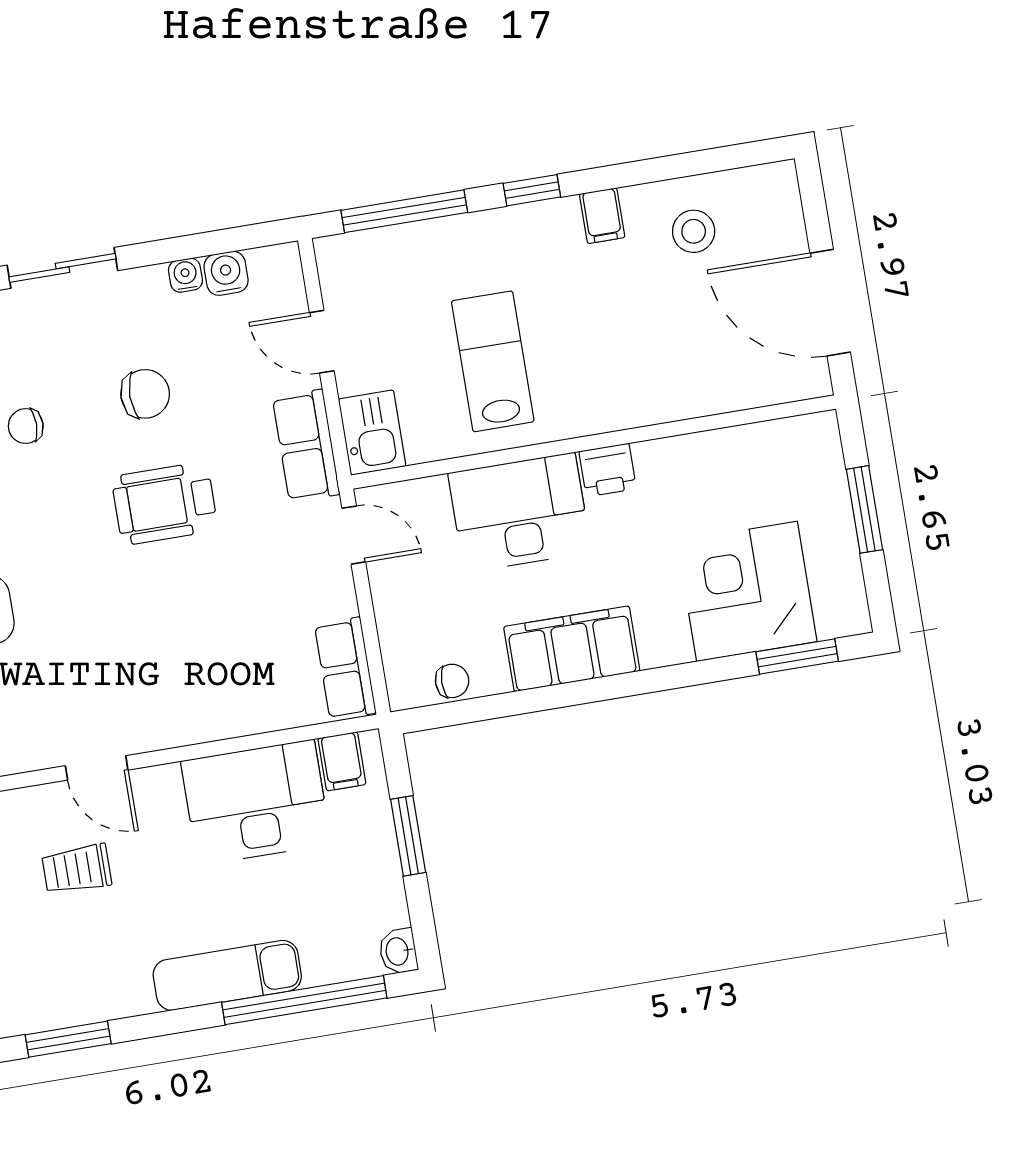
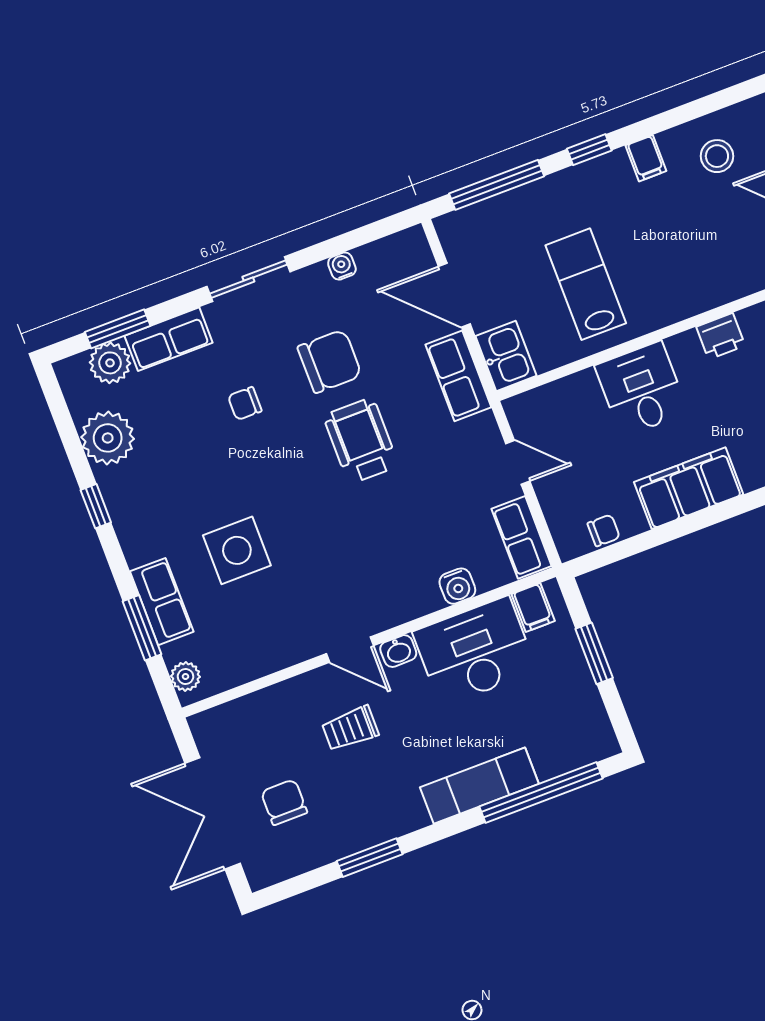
water cooler: (226, 273) -> (457, 586), moved, turned 180
door: (322, 342) -> (454, 295), width x1.38
chair: (145, 394) -> (330, 361), width x1.37, depth x1.37
printer: (608, 470) -> (721, 336), moved
wheelchair: (165, 503) -> (361, 441), turned 90
desk: (520, 513) -> (641, 389), width x0.73
door: (354, 535) -> (518, 462), moved
washbasin: (398, 951) -> (398, 651), moved, turned -90

